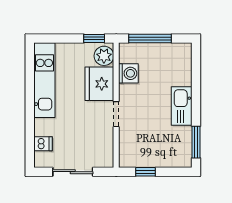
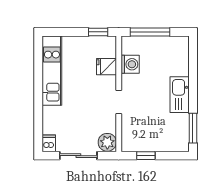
plant: (104, 56) -> (107, 142), moved
fridge: (99, 84) -> (106, 67), width x0.53, depth x0.75
dishwasher: (43, 144) -> (49, 143), moved, turned -90

